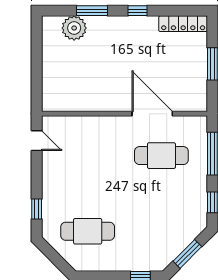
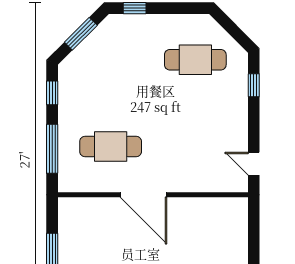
door: (152, 114) -> (144, 195), moved

